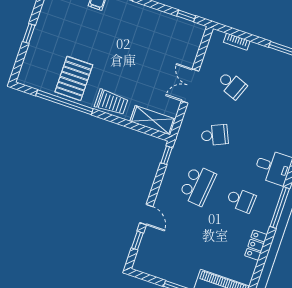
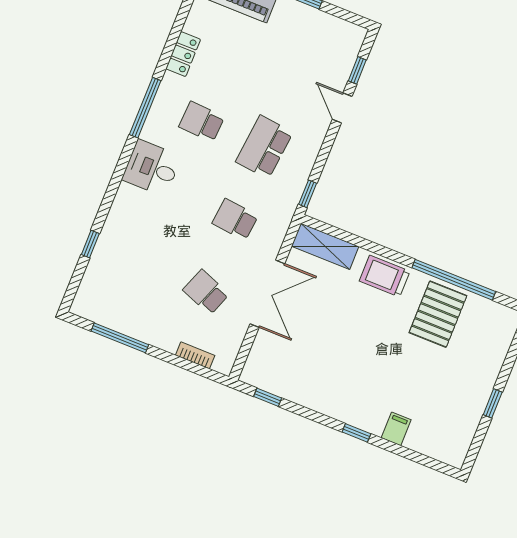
window: (29, 34) -> (493, 403), moved
double door: (190, 86) -> (267, 294), width x1.37
school desk: (215, 135) -> (235, 220), turned 30

